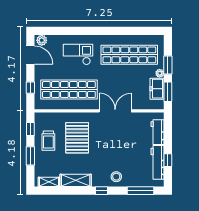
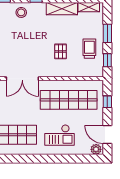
pallet: (77, 138) -> (61, 51), width x0.49, depth x0.50

